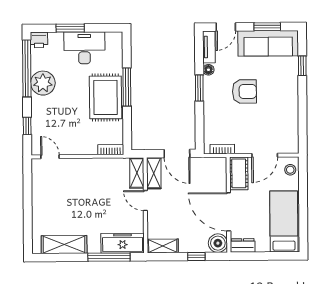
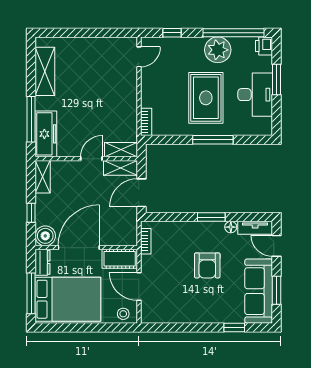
rug: (105, 97) -> (206, 98), moved, turned 90
bed: (284, 221) -> (68, 299), width x1.50
window: (272, 256) -> (31, 293), added

